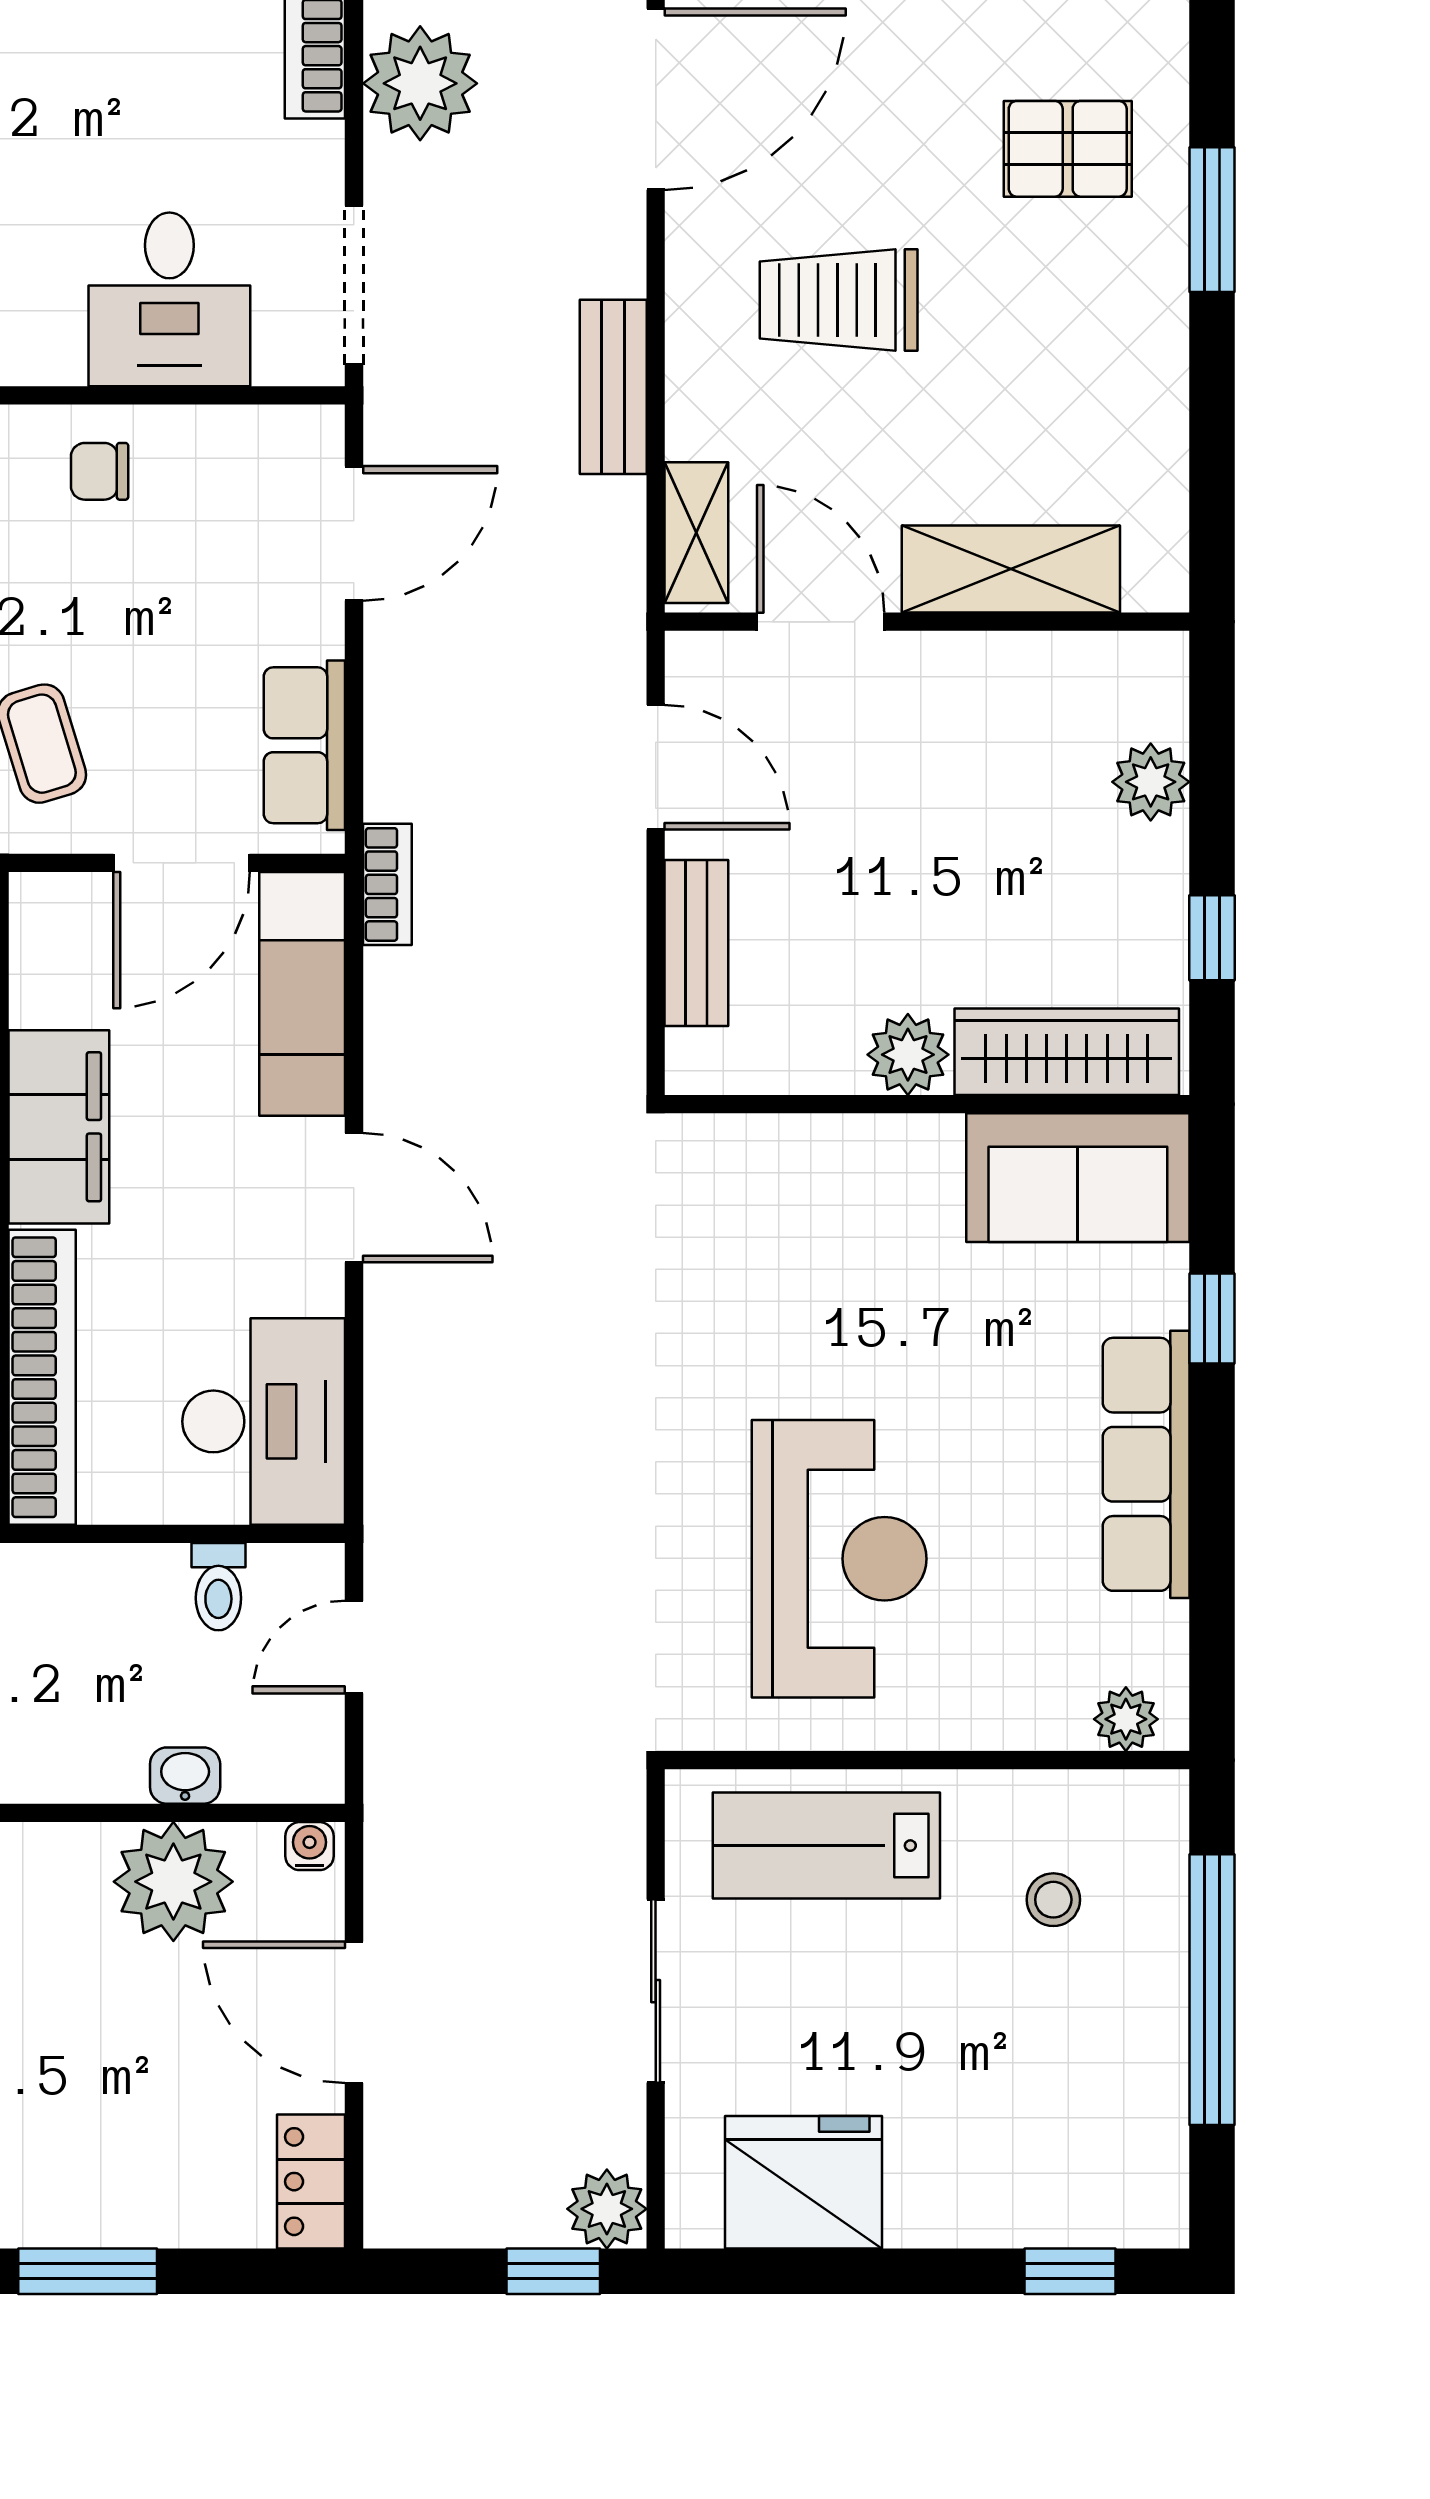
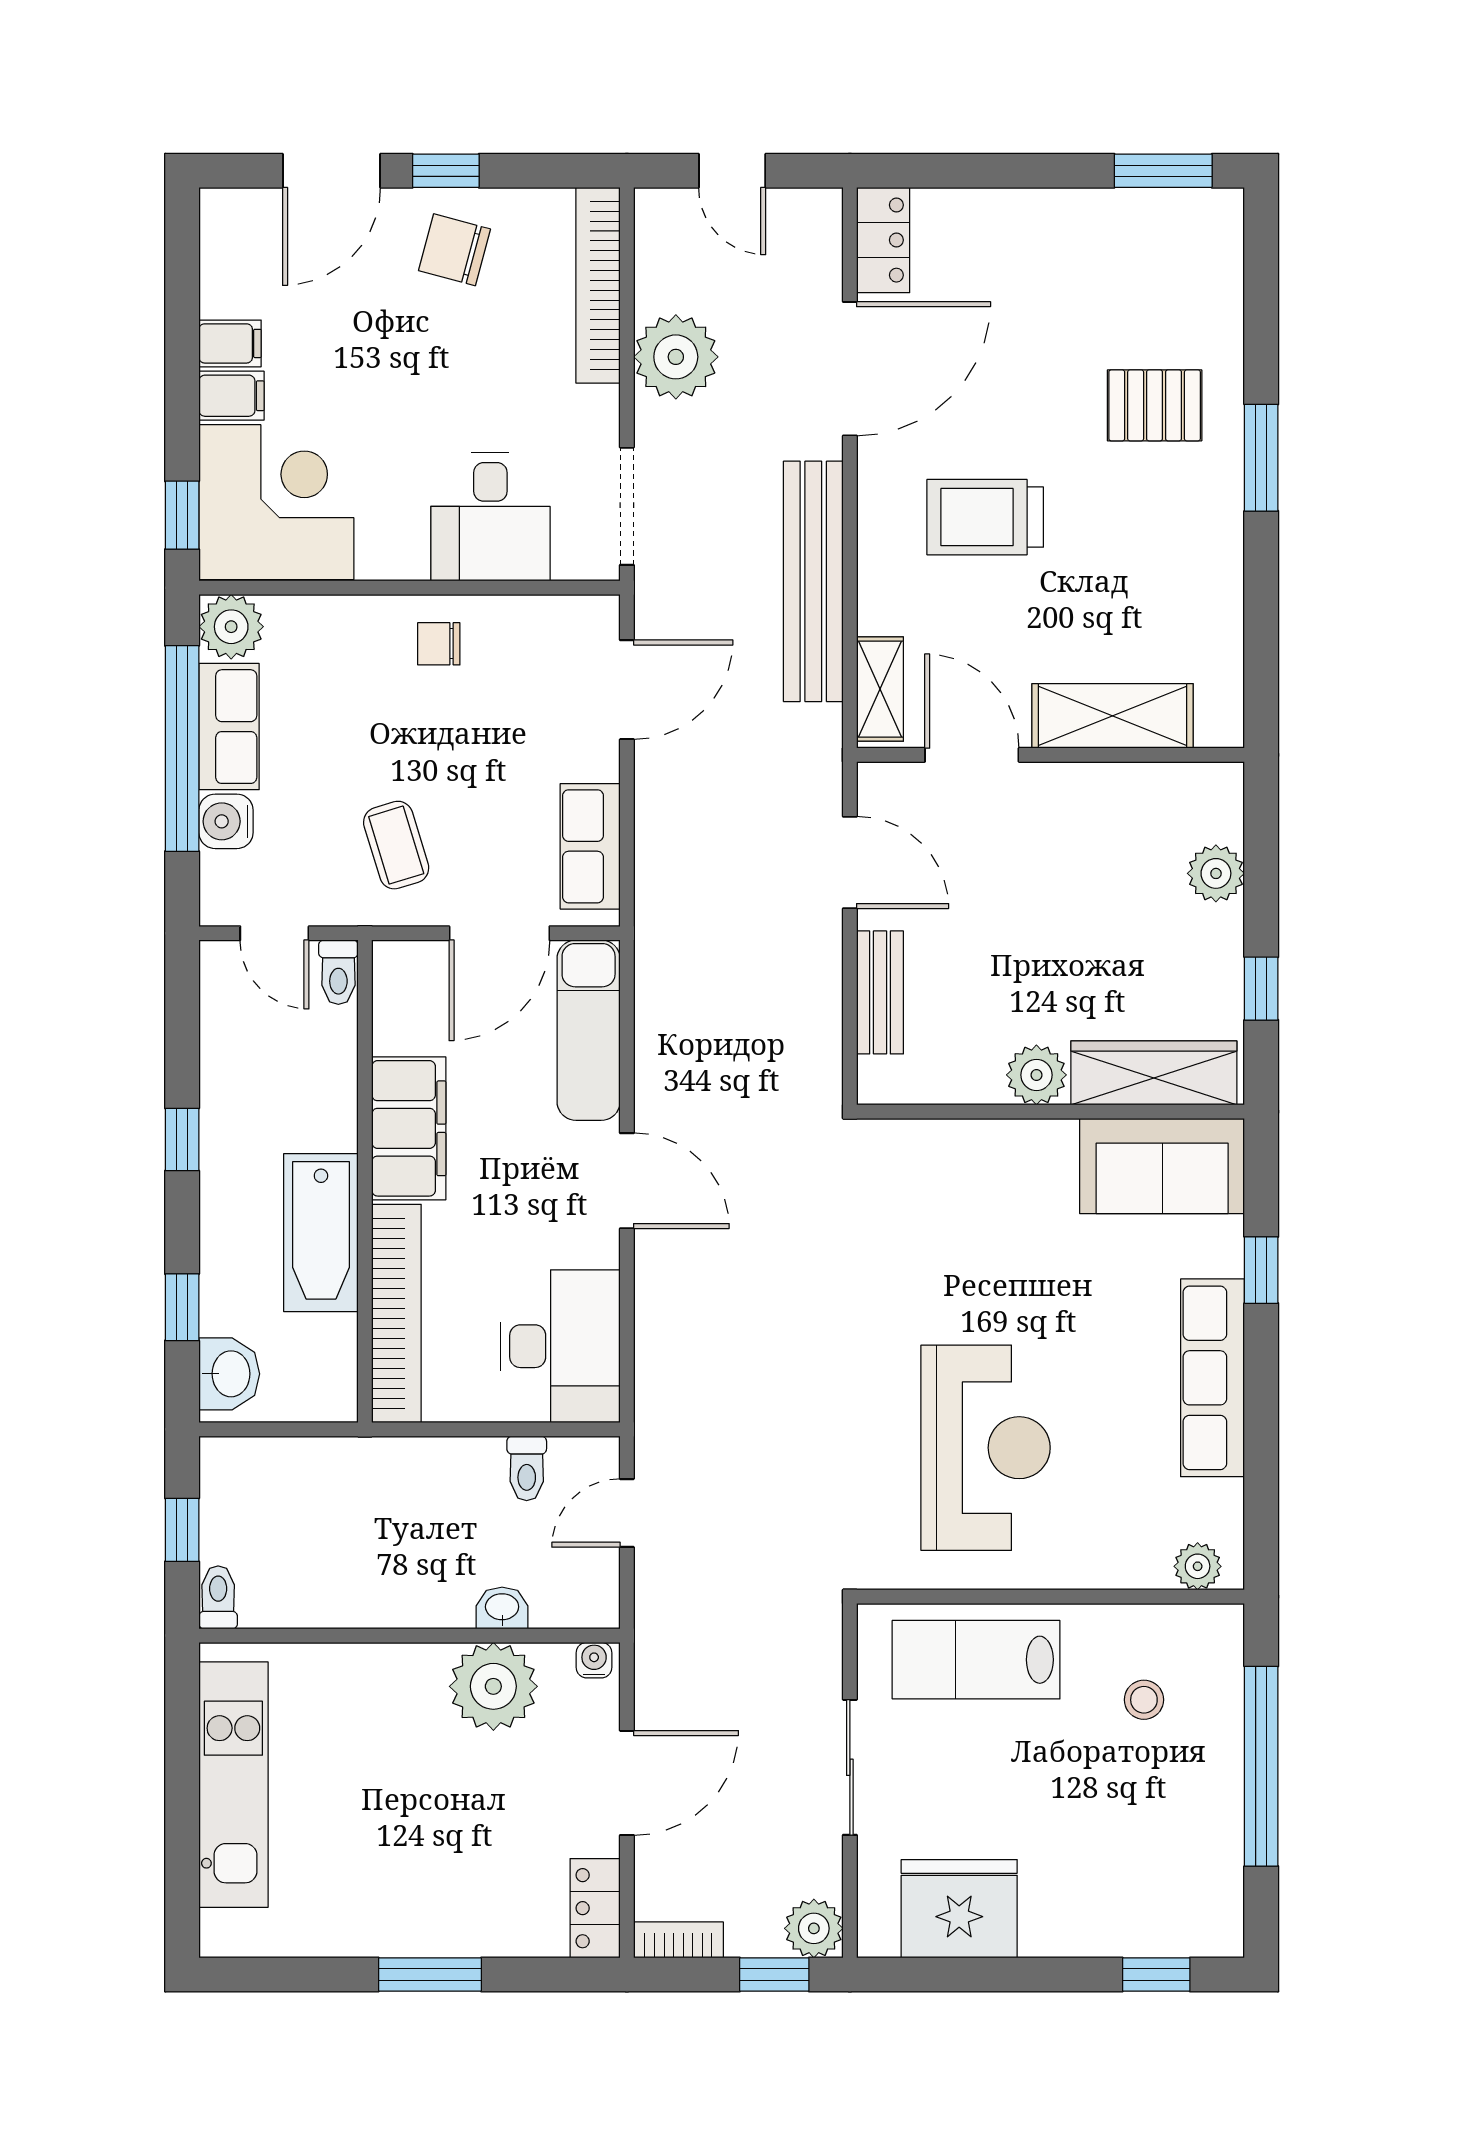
bench: (613, 387) -> (813, 581), width x1.86, depth x1.21
bookcase: (387, 884) -> (678, 1940), moved, turned -90
door: (354, 2012) -> (627, 1783), swing flipped

